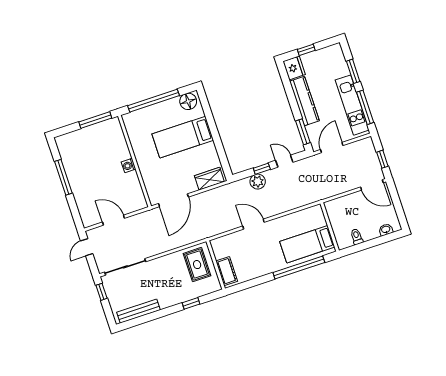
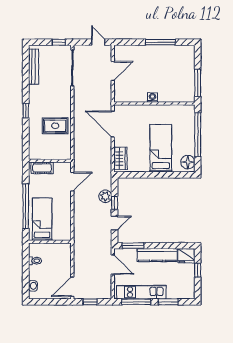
wall: (216, 265) -> (50, 161), moved
cot: (227, 271) -> (42, 168), moved

